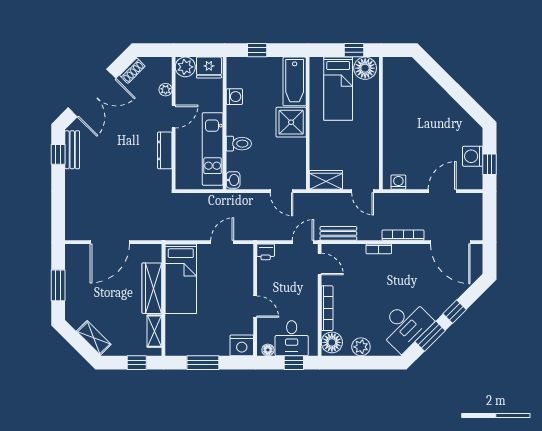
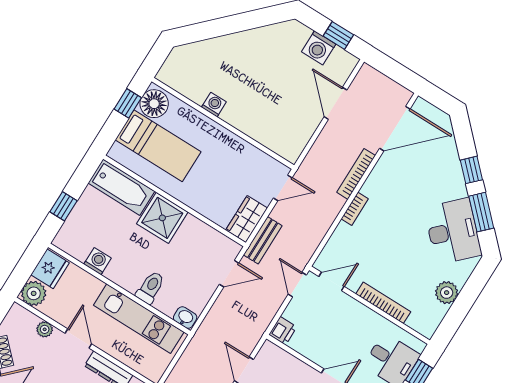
washing machine: (398, 182) -> (214, 105), moved, turned 90
bench: (338, 233) -> (263, 240), moved
floor lamp: (332, 342) -> (423, 320), removed

